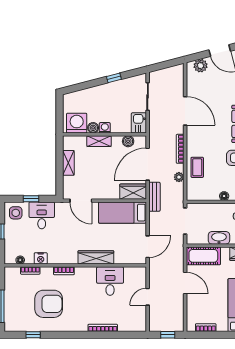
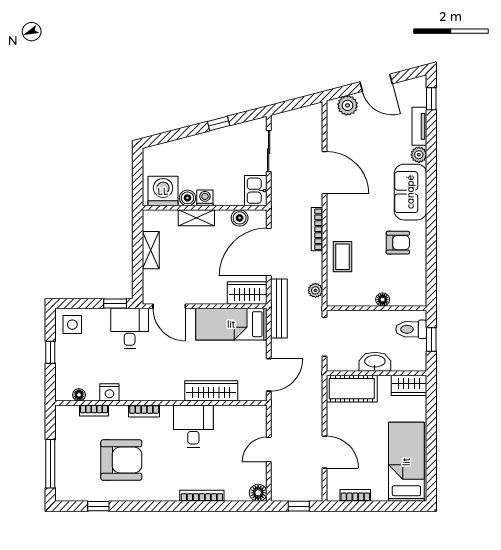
plant: (179, 177) -> (315, 290), moved
bench: (154, 197) -> (279, 308), width x1.36
window: (31, 199) -> (115, 304), moved
desk: (42, 215) -> (130, 328), moved
wardrobe: (96, 257) -> (211, 391), moved
desk: (110, 281) -> (193, 426), moved
door: (185, 283) -> (324, 452), moved
floor lamp: (141, 326) -> (258, 493), added

